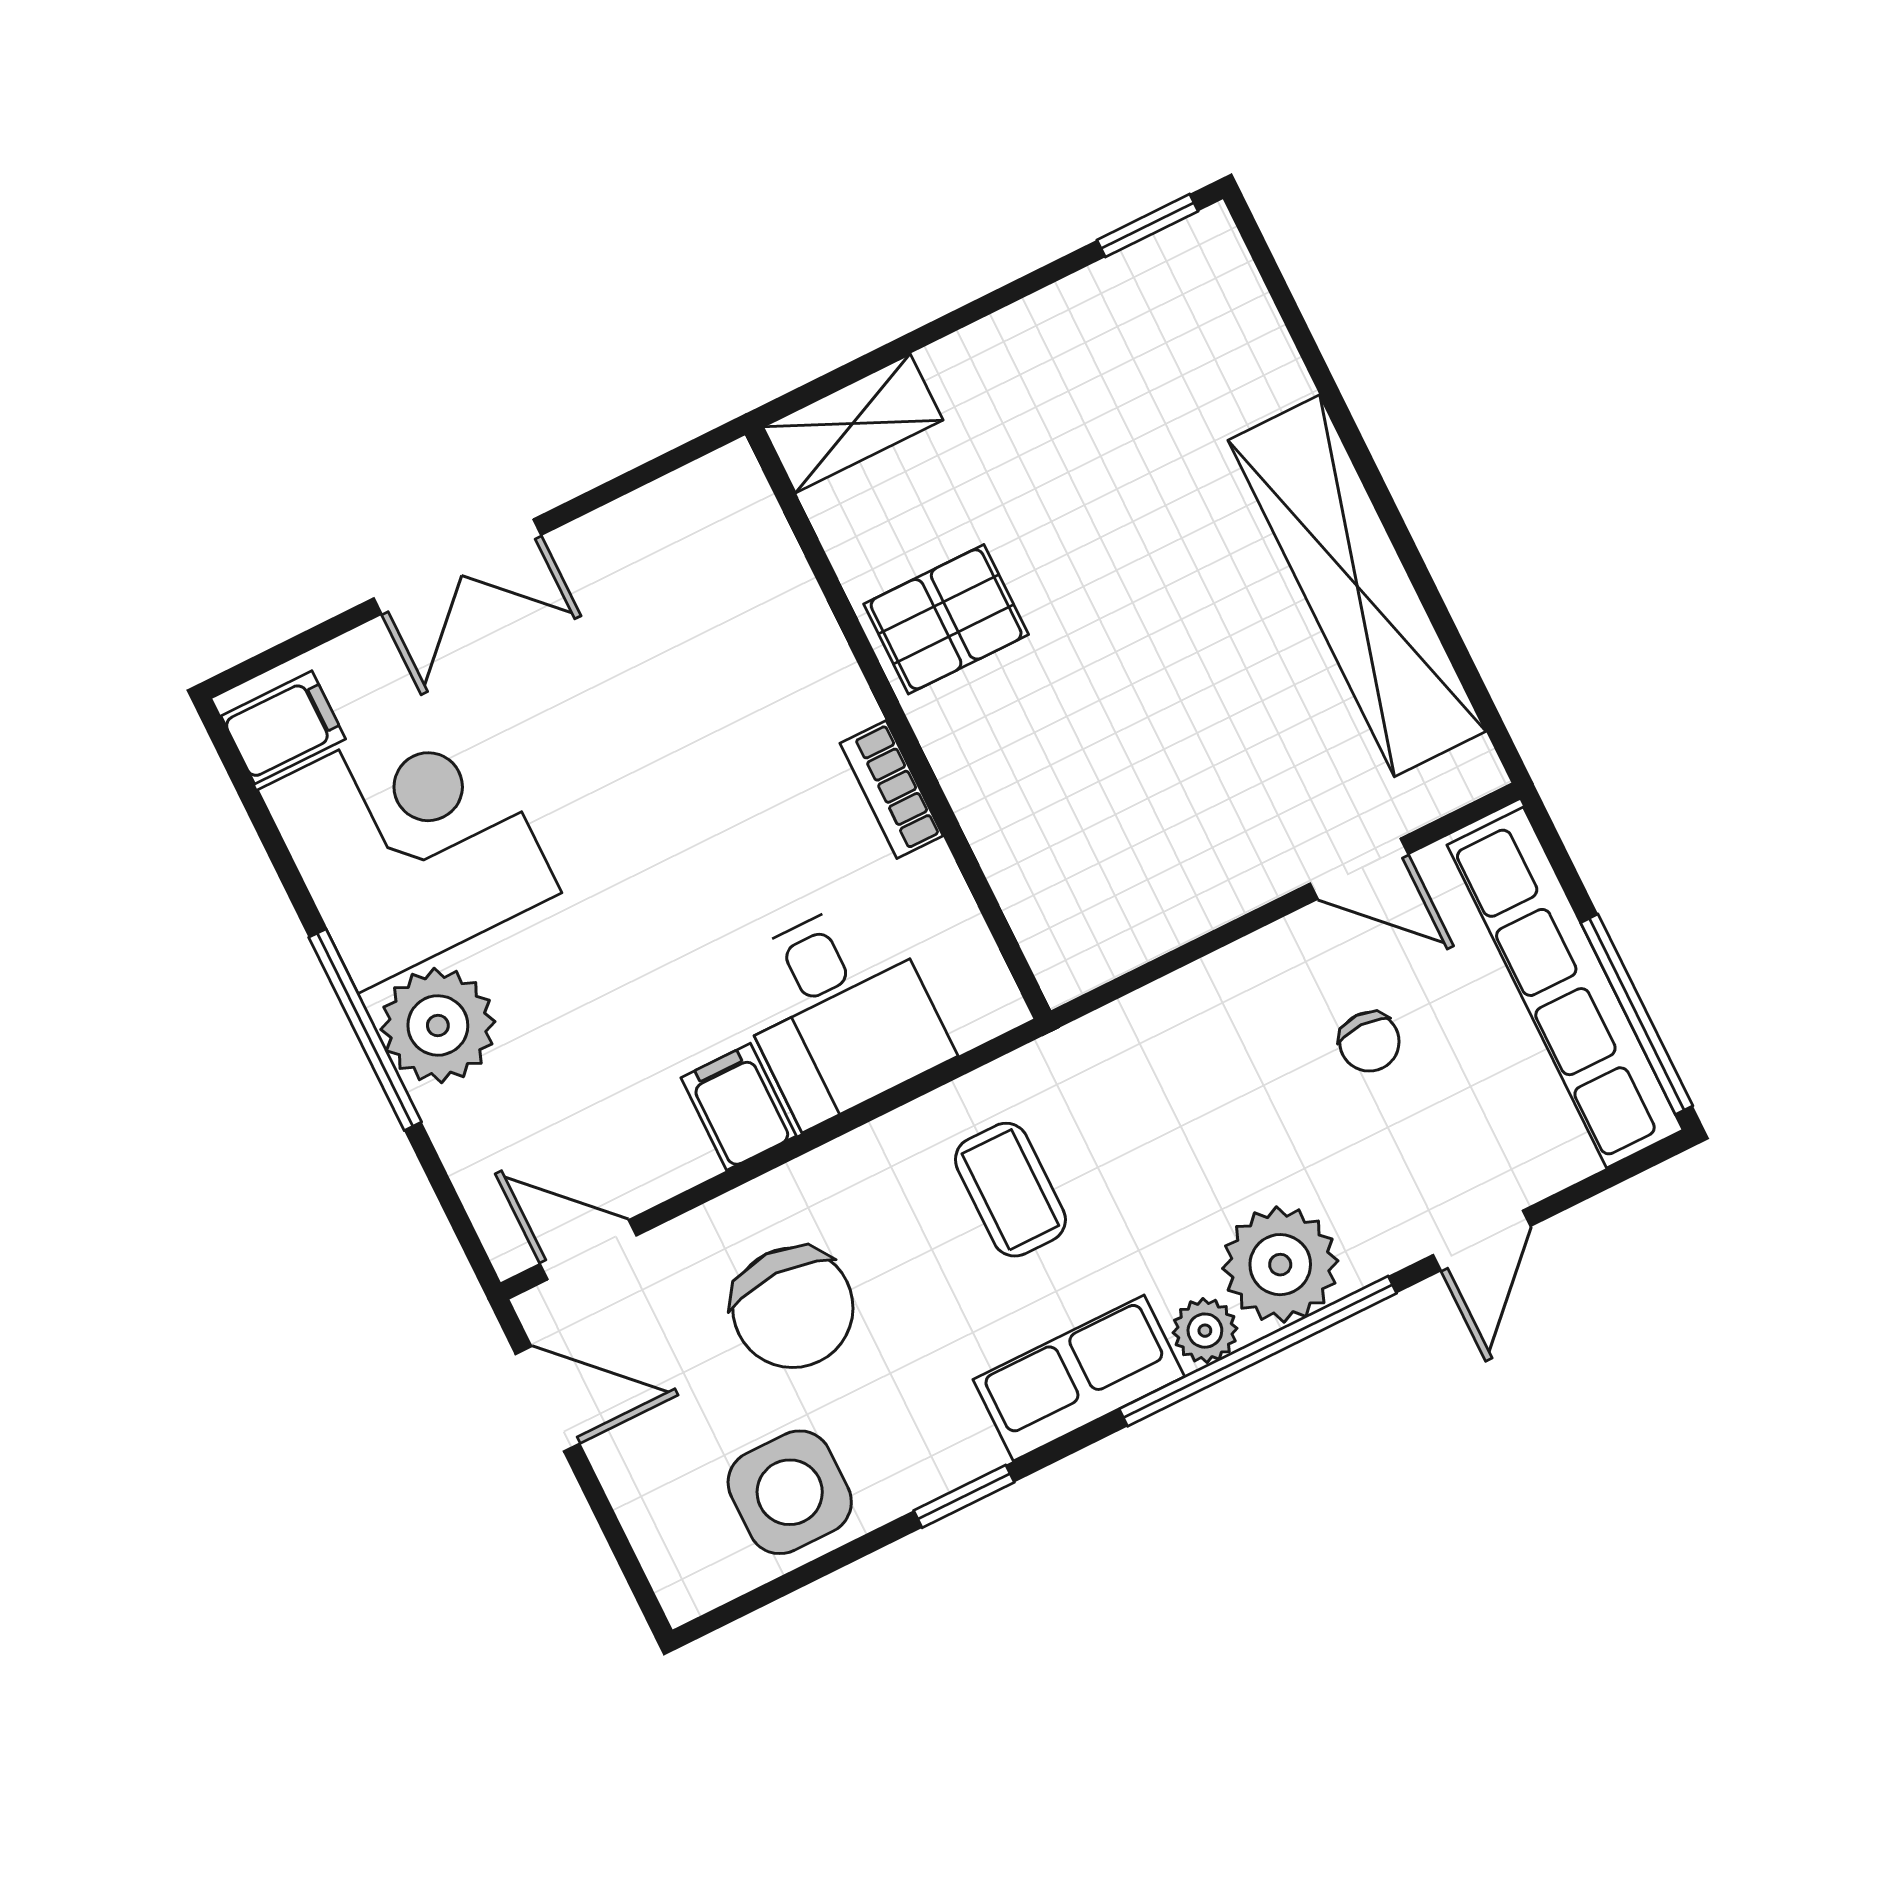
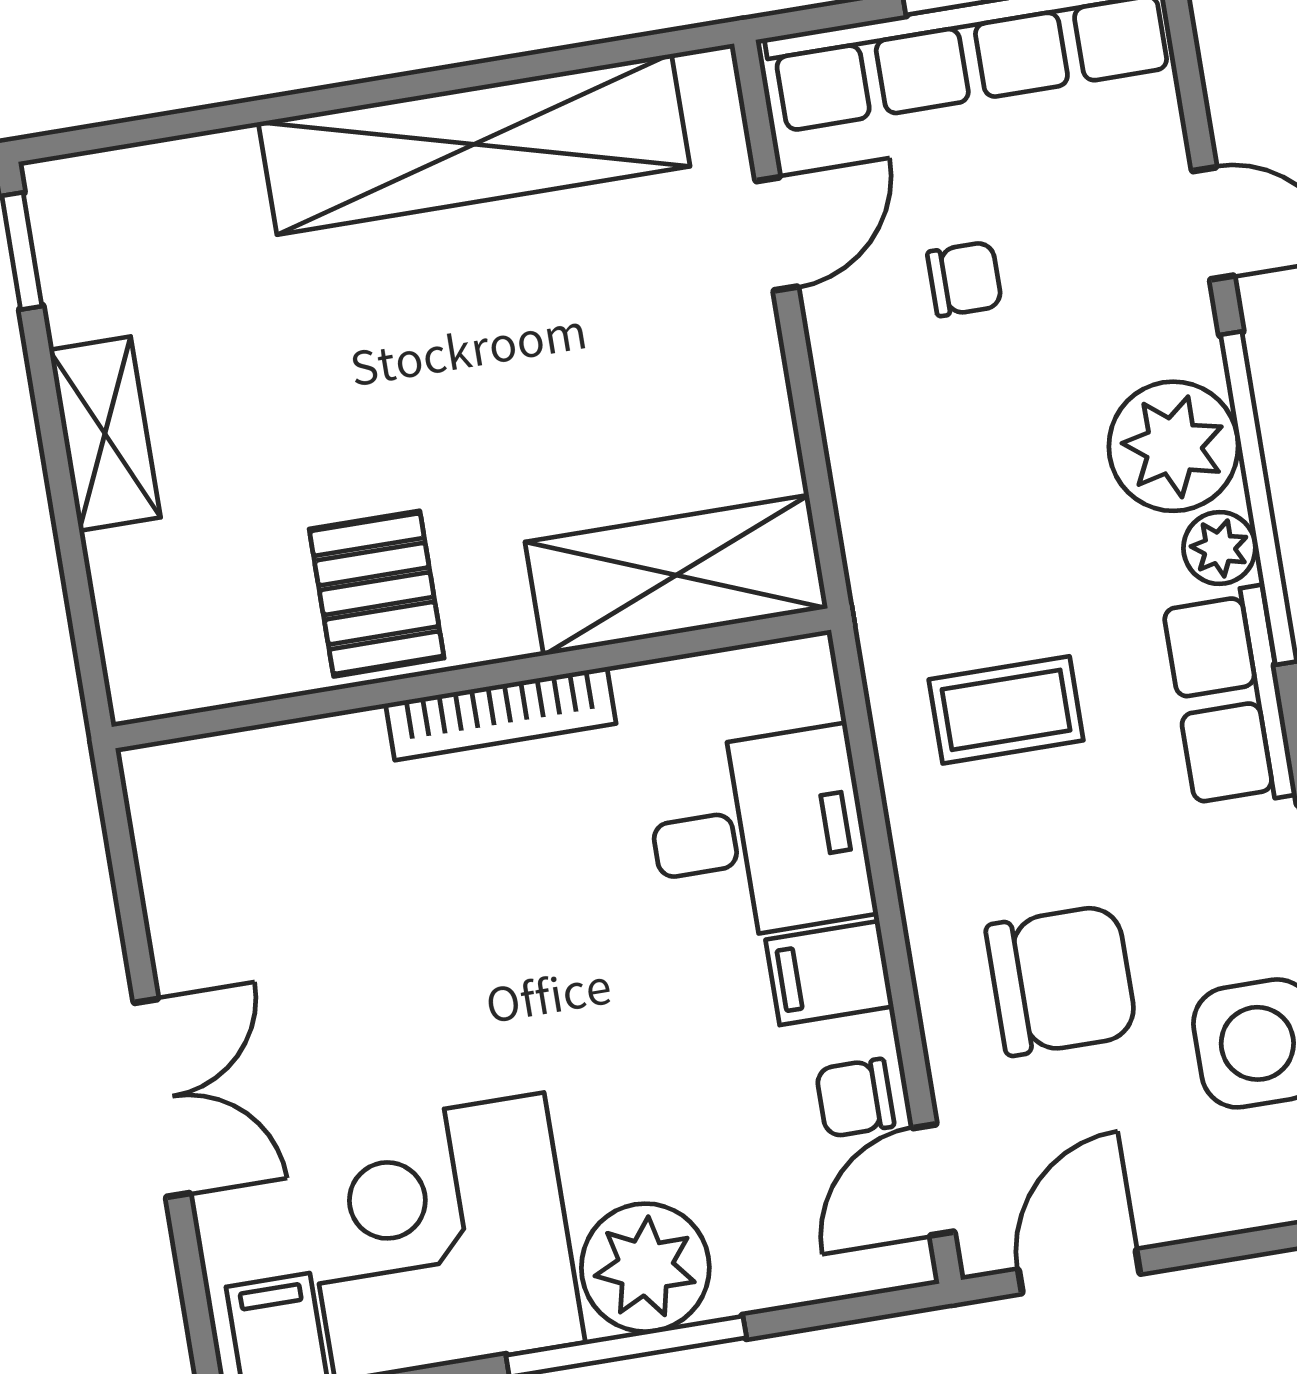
shelving: (853, 423) -> (105, 434), moved
bookcase: (892, 790) -> (501, 714), width x1.56
shelving: (1040, 872) -> (676, 575), added
chair: (638, 1161) -> (855, 1098), added

